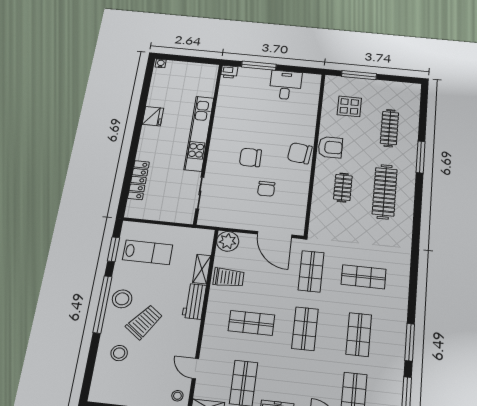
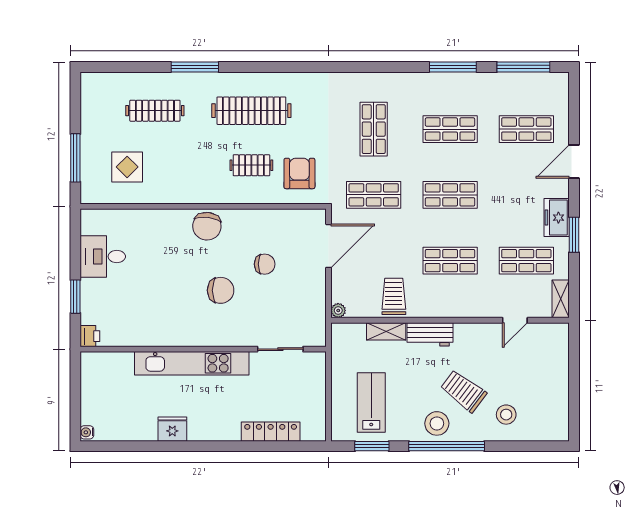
window: (259, 66) -> (75, 297), width x0.69
armchair: (330, 147) -> (299, 173), moved
chair: (250, 157) -> (221, 290), turned -90
plant: (228, 241) -> (338, 310), width x0.53, depth x0.53
shop shelf: (251, 323) -> (450, 261), turned 90
stool: (177, 396) -> (550, 336), removed

